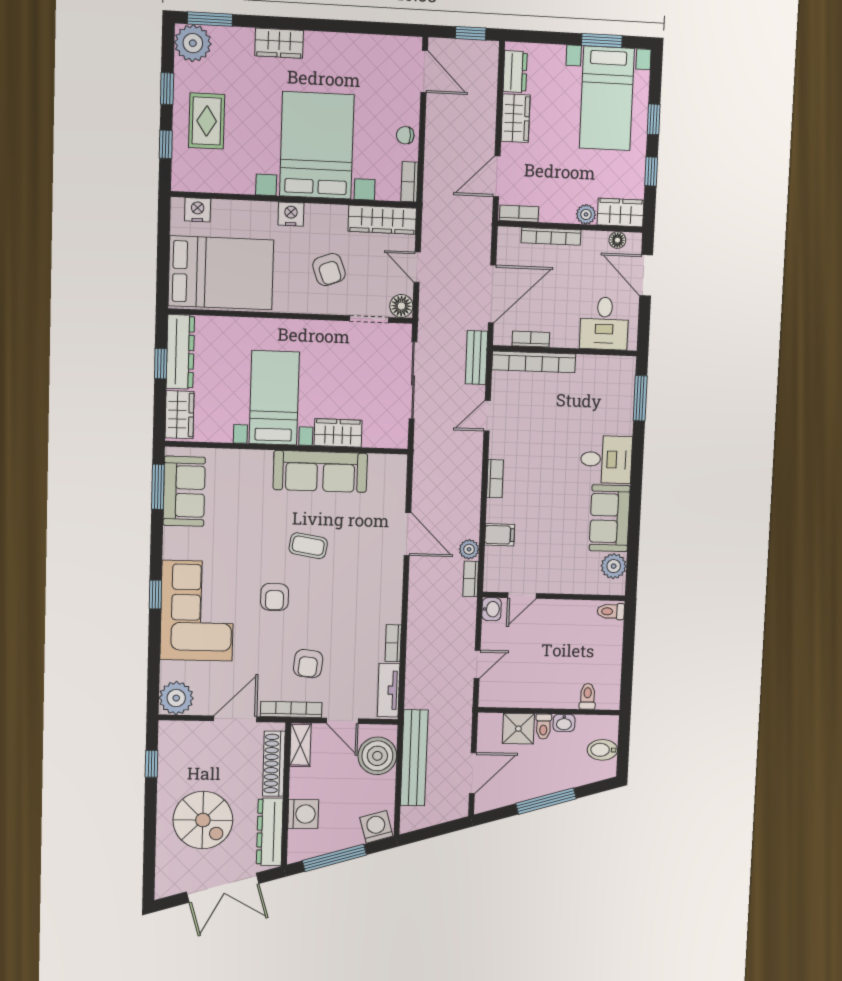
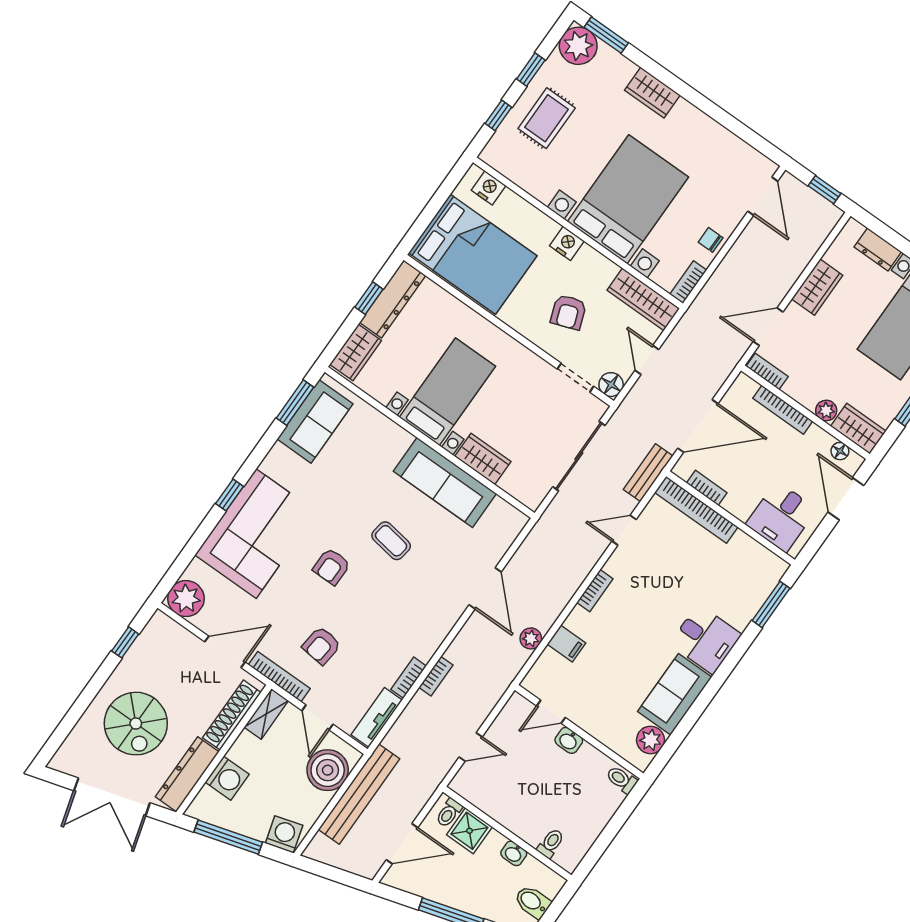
dresser: (515, 72) -> (878, 249), moved, turned 90
bookcase: (471, 579) -> (436, 676), moved, turned 180
washbasin: (492, 609) -> (569, 740), moved, turned 90
toilet: (543, 726) -> (449, 813), moved

